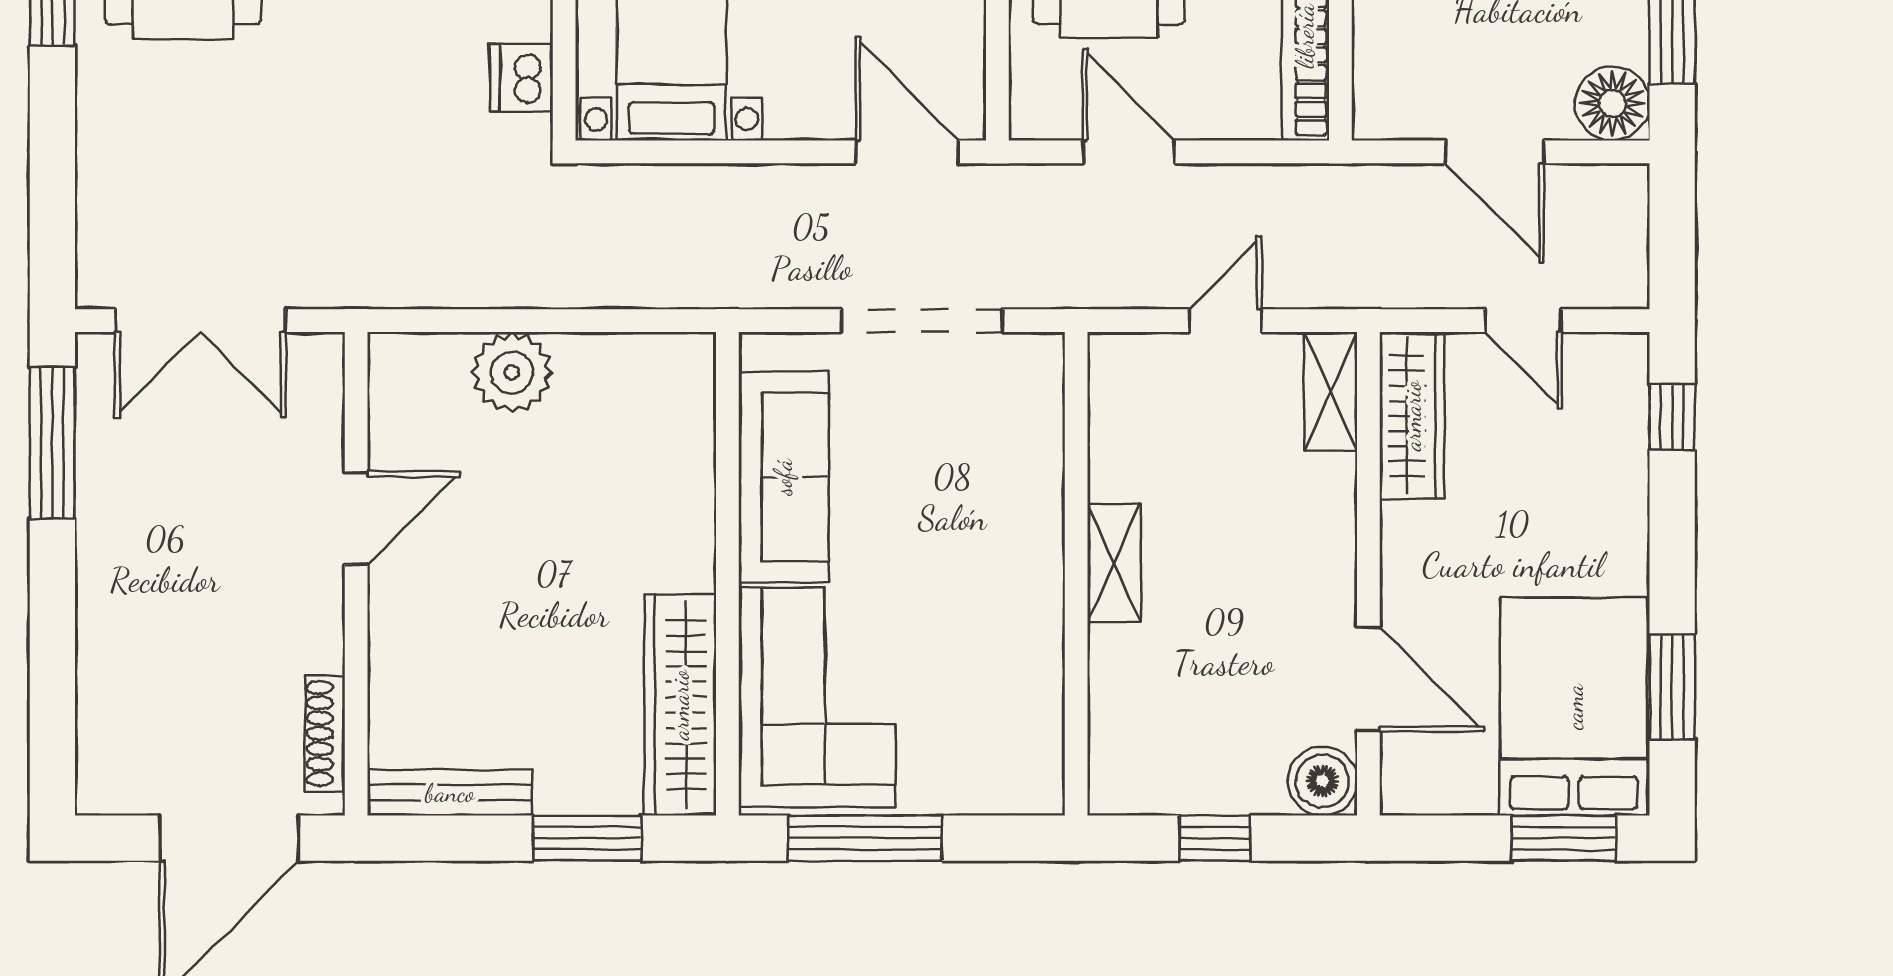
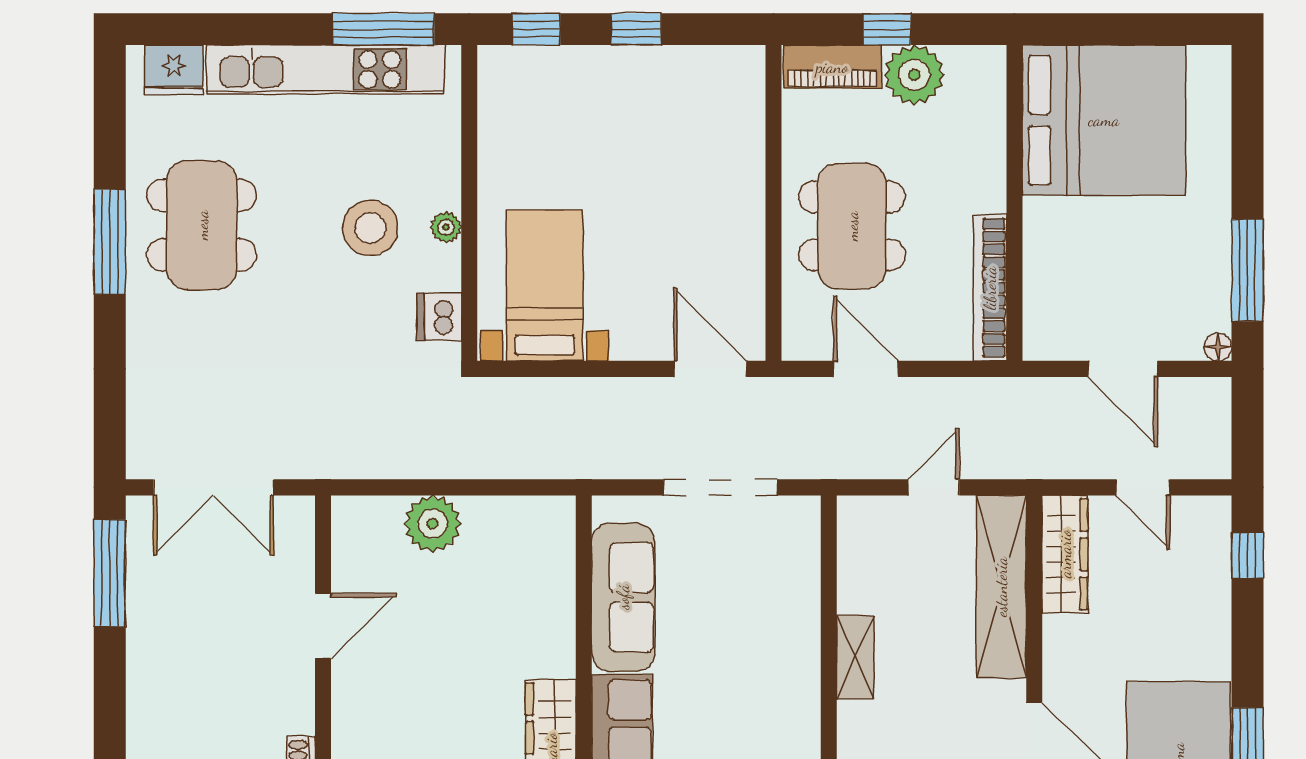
floor lamp: (1612, 103) -> (1218, 347), width x0.53, depth x0.53
shelving: (1331, 391) -> (1001, 587), width x2.20, depth x1.33

